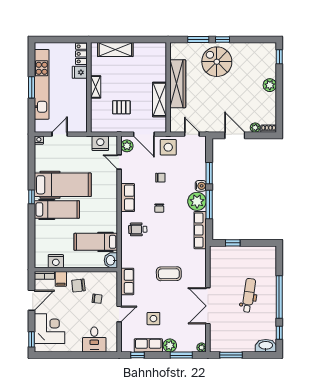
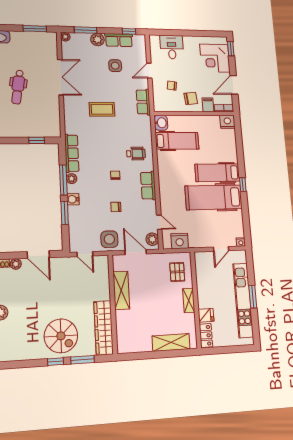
wardrobe: (178, 84) -> (104, 328), moved
pallet: (121, 107) -> (177, 272), moved, turned 90
plant: (197, 201) -> (72, 179), width x0.53, depth x0.53
nightstand: (56, 261) -> (227, 122), moved

